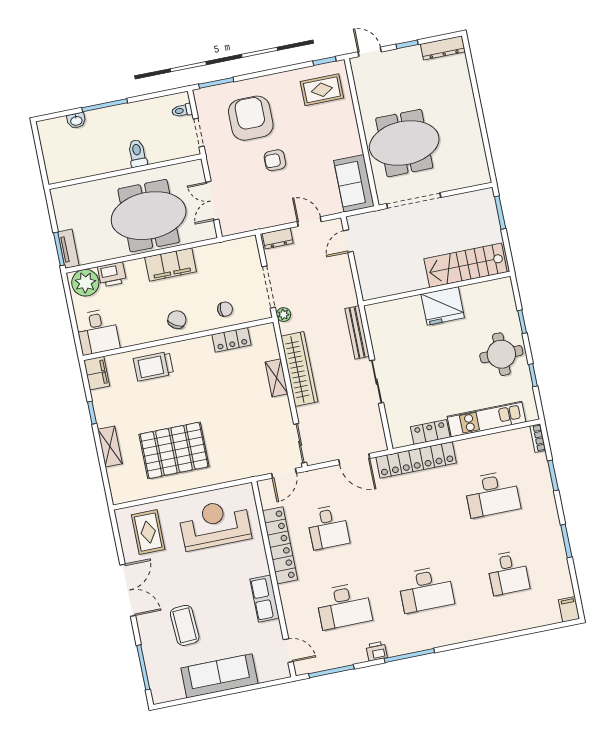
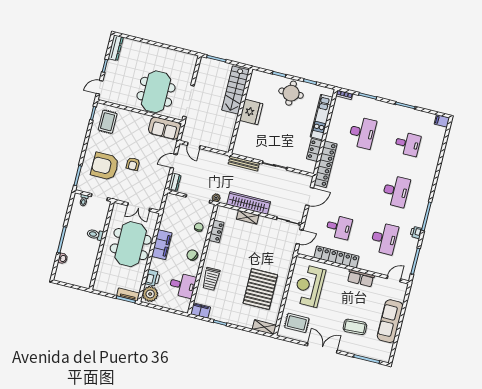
desk: (97, 332) -> (183, 285), moved
shelving: (110, 447) -> (264, 327), moved
door: (284, 473) -> (300, 237), hinge flipped

